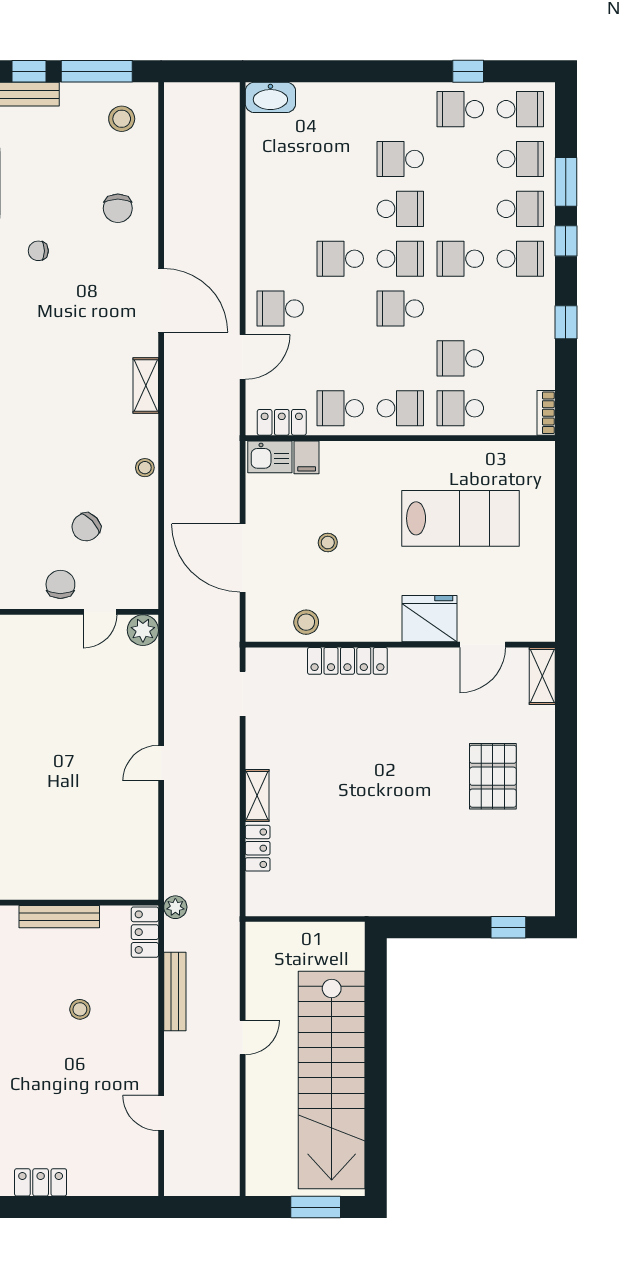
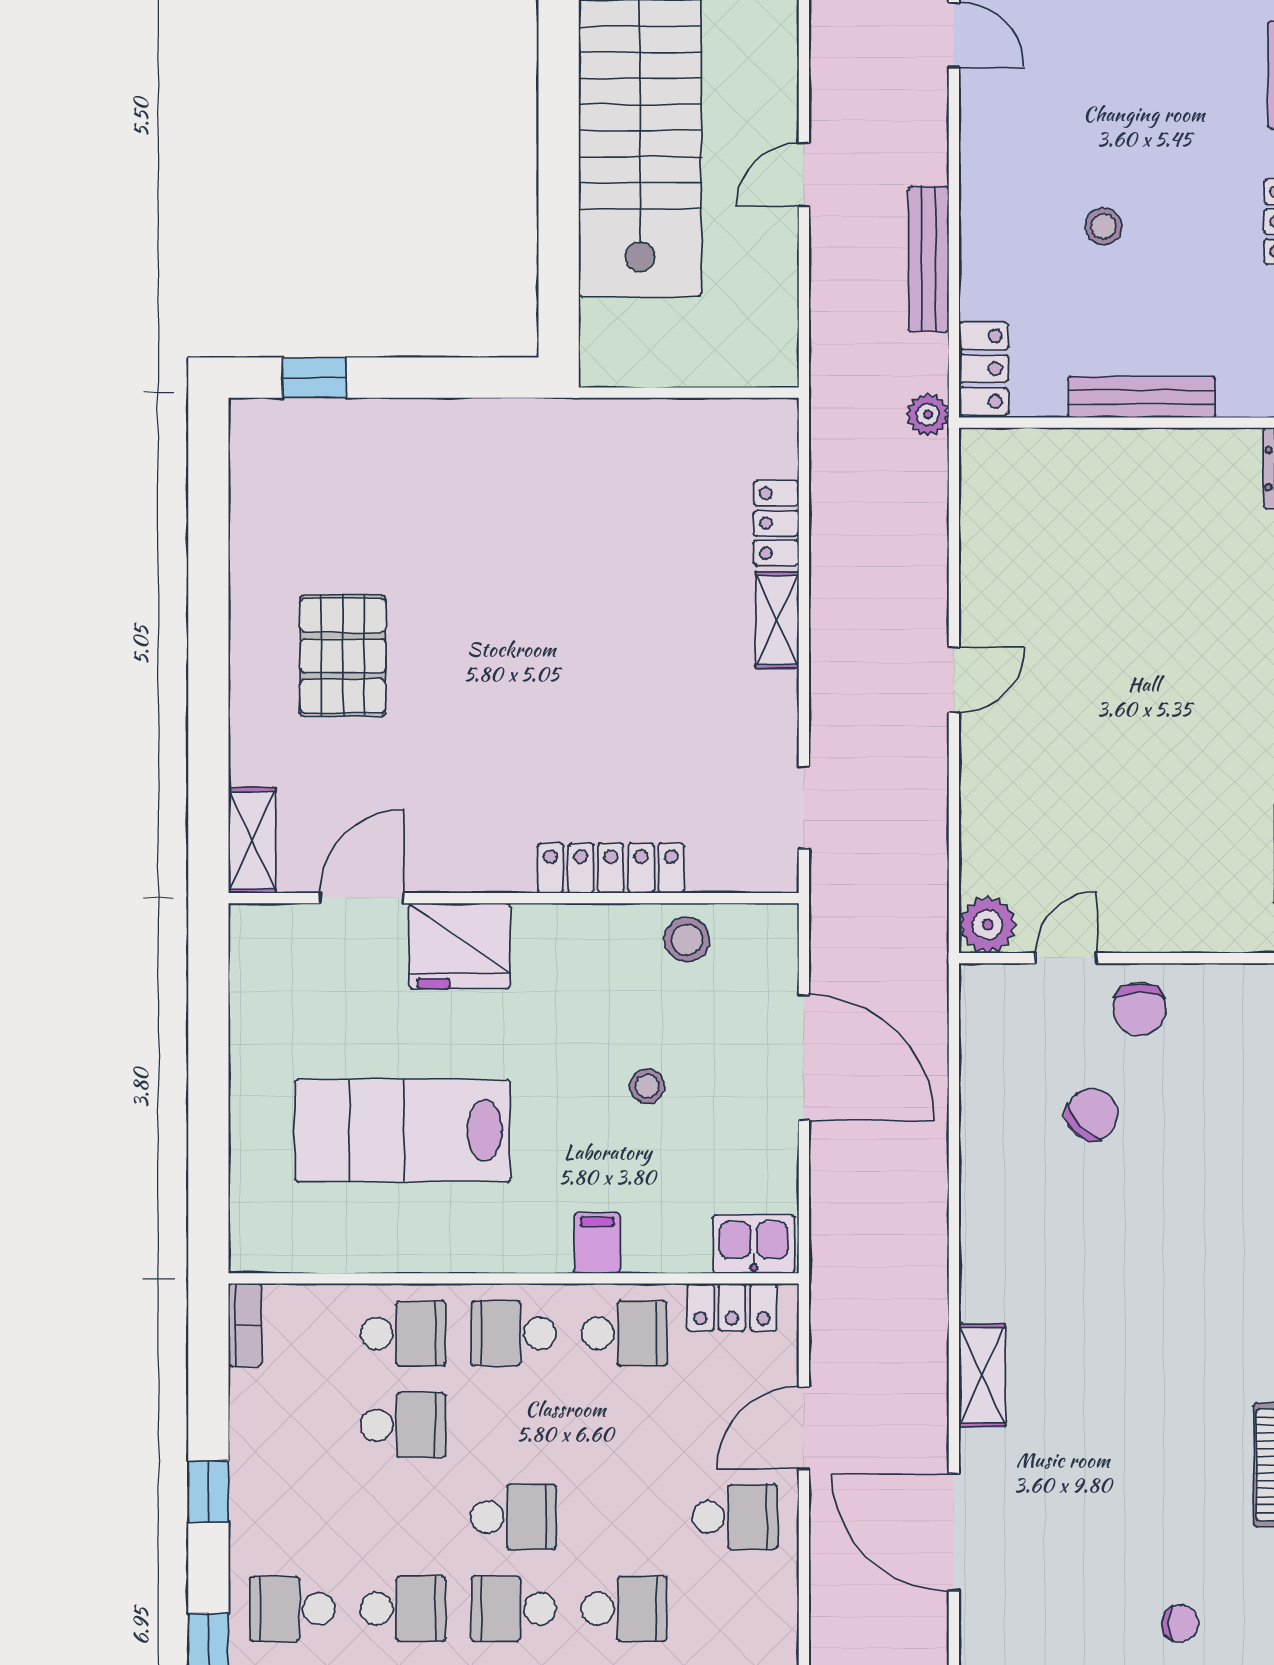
filing cabinet: (307, 457) -> (597, 1243), moved
stool: (145, 468) -> (984, 1224), removed

